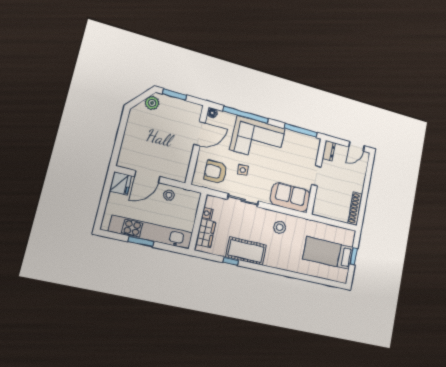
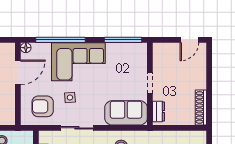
dresser: (329, 151) -> (159, 111), moved

